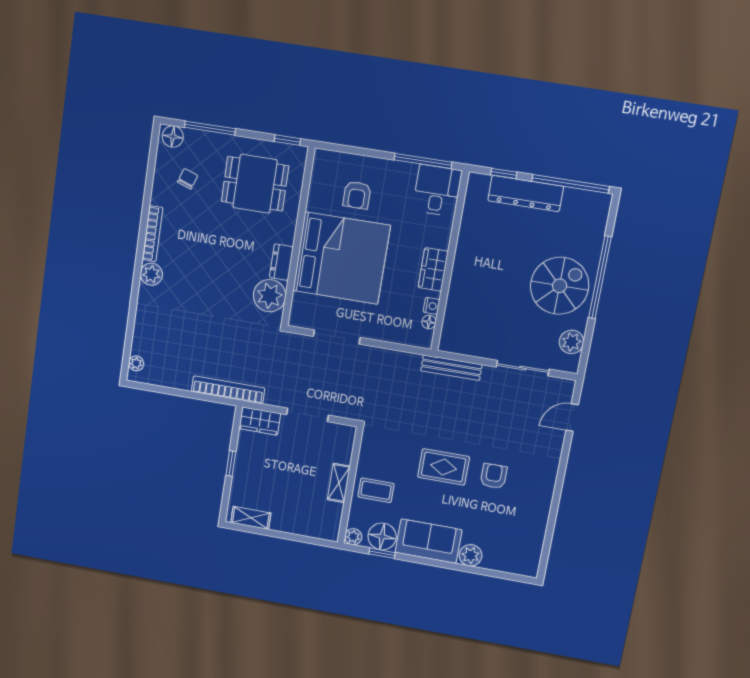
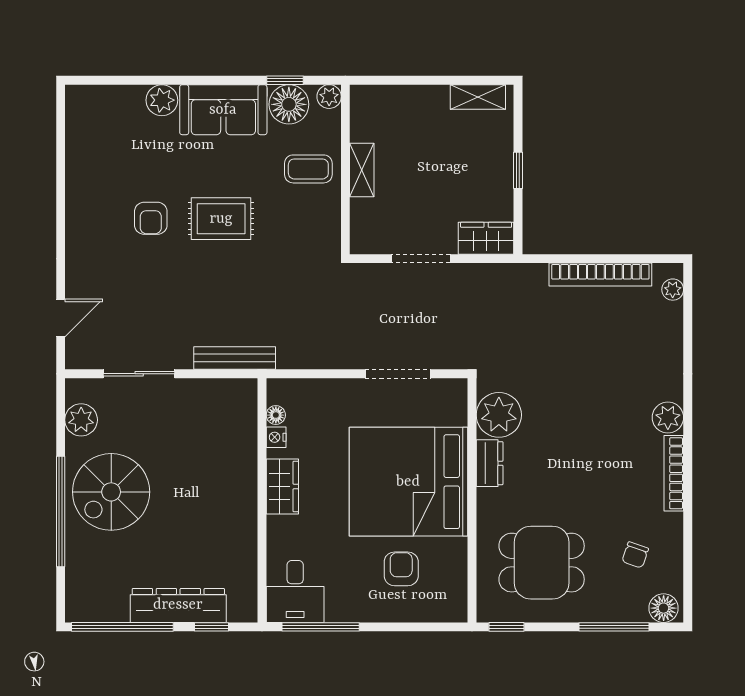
bookcase: (228, 390) -> (600, 275), moved

